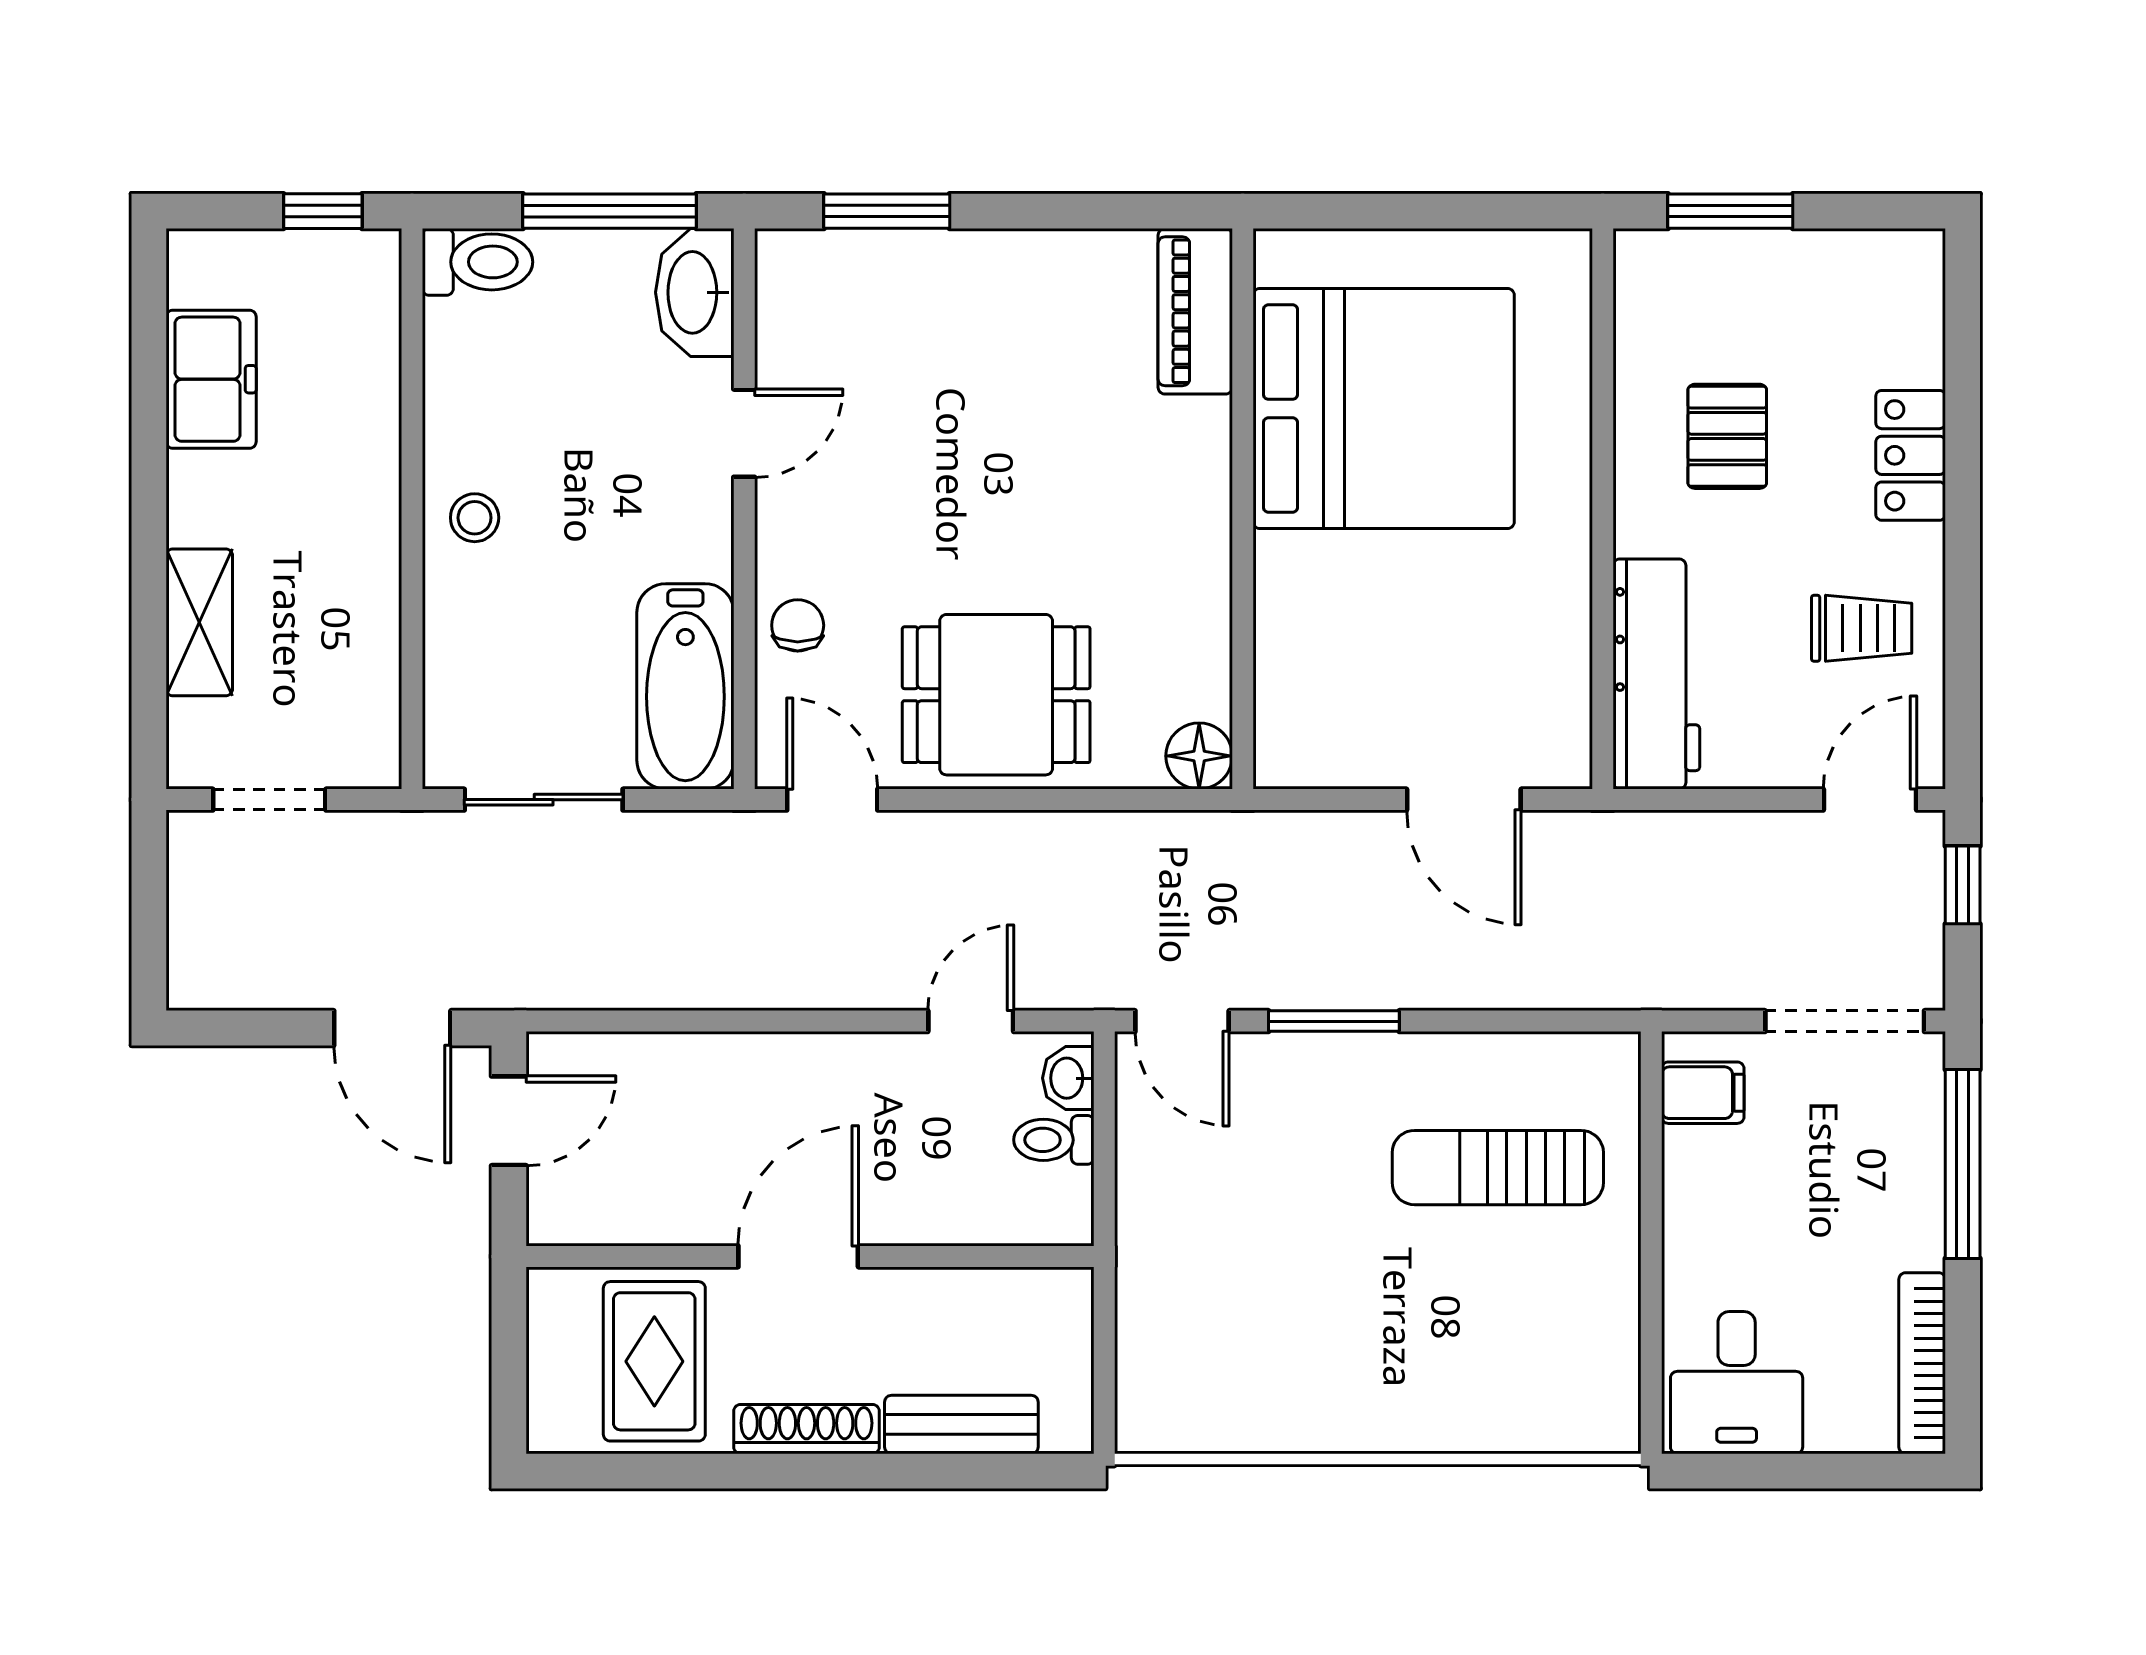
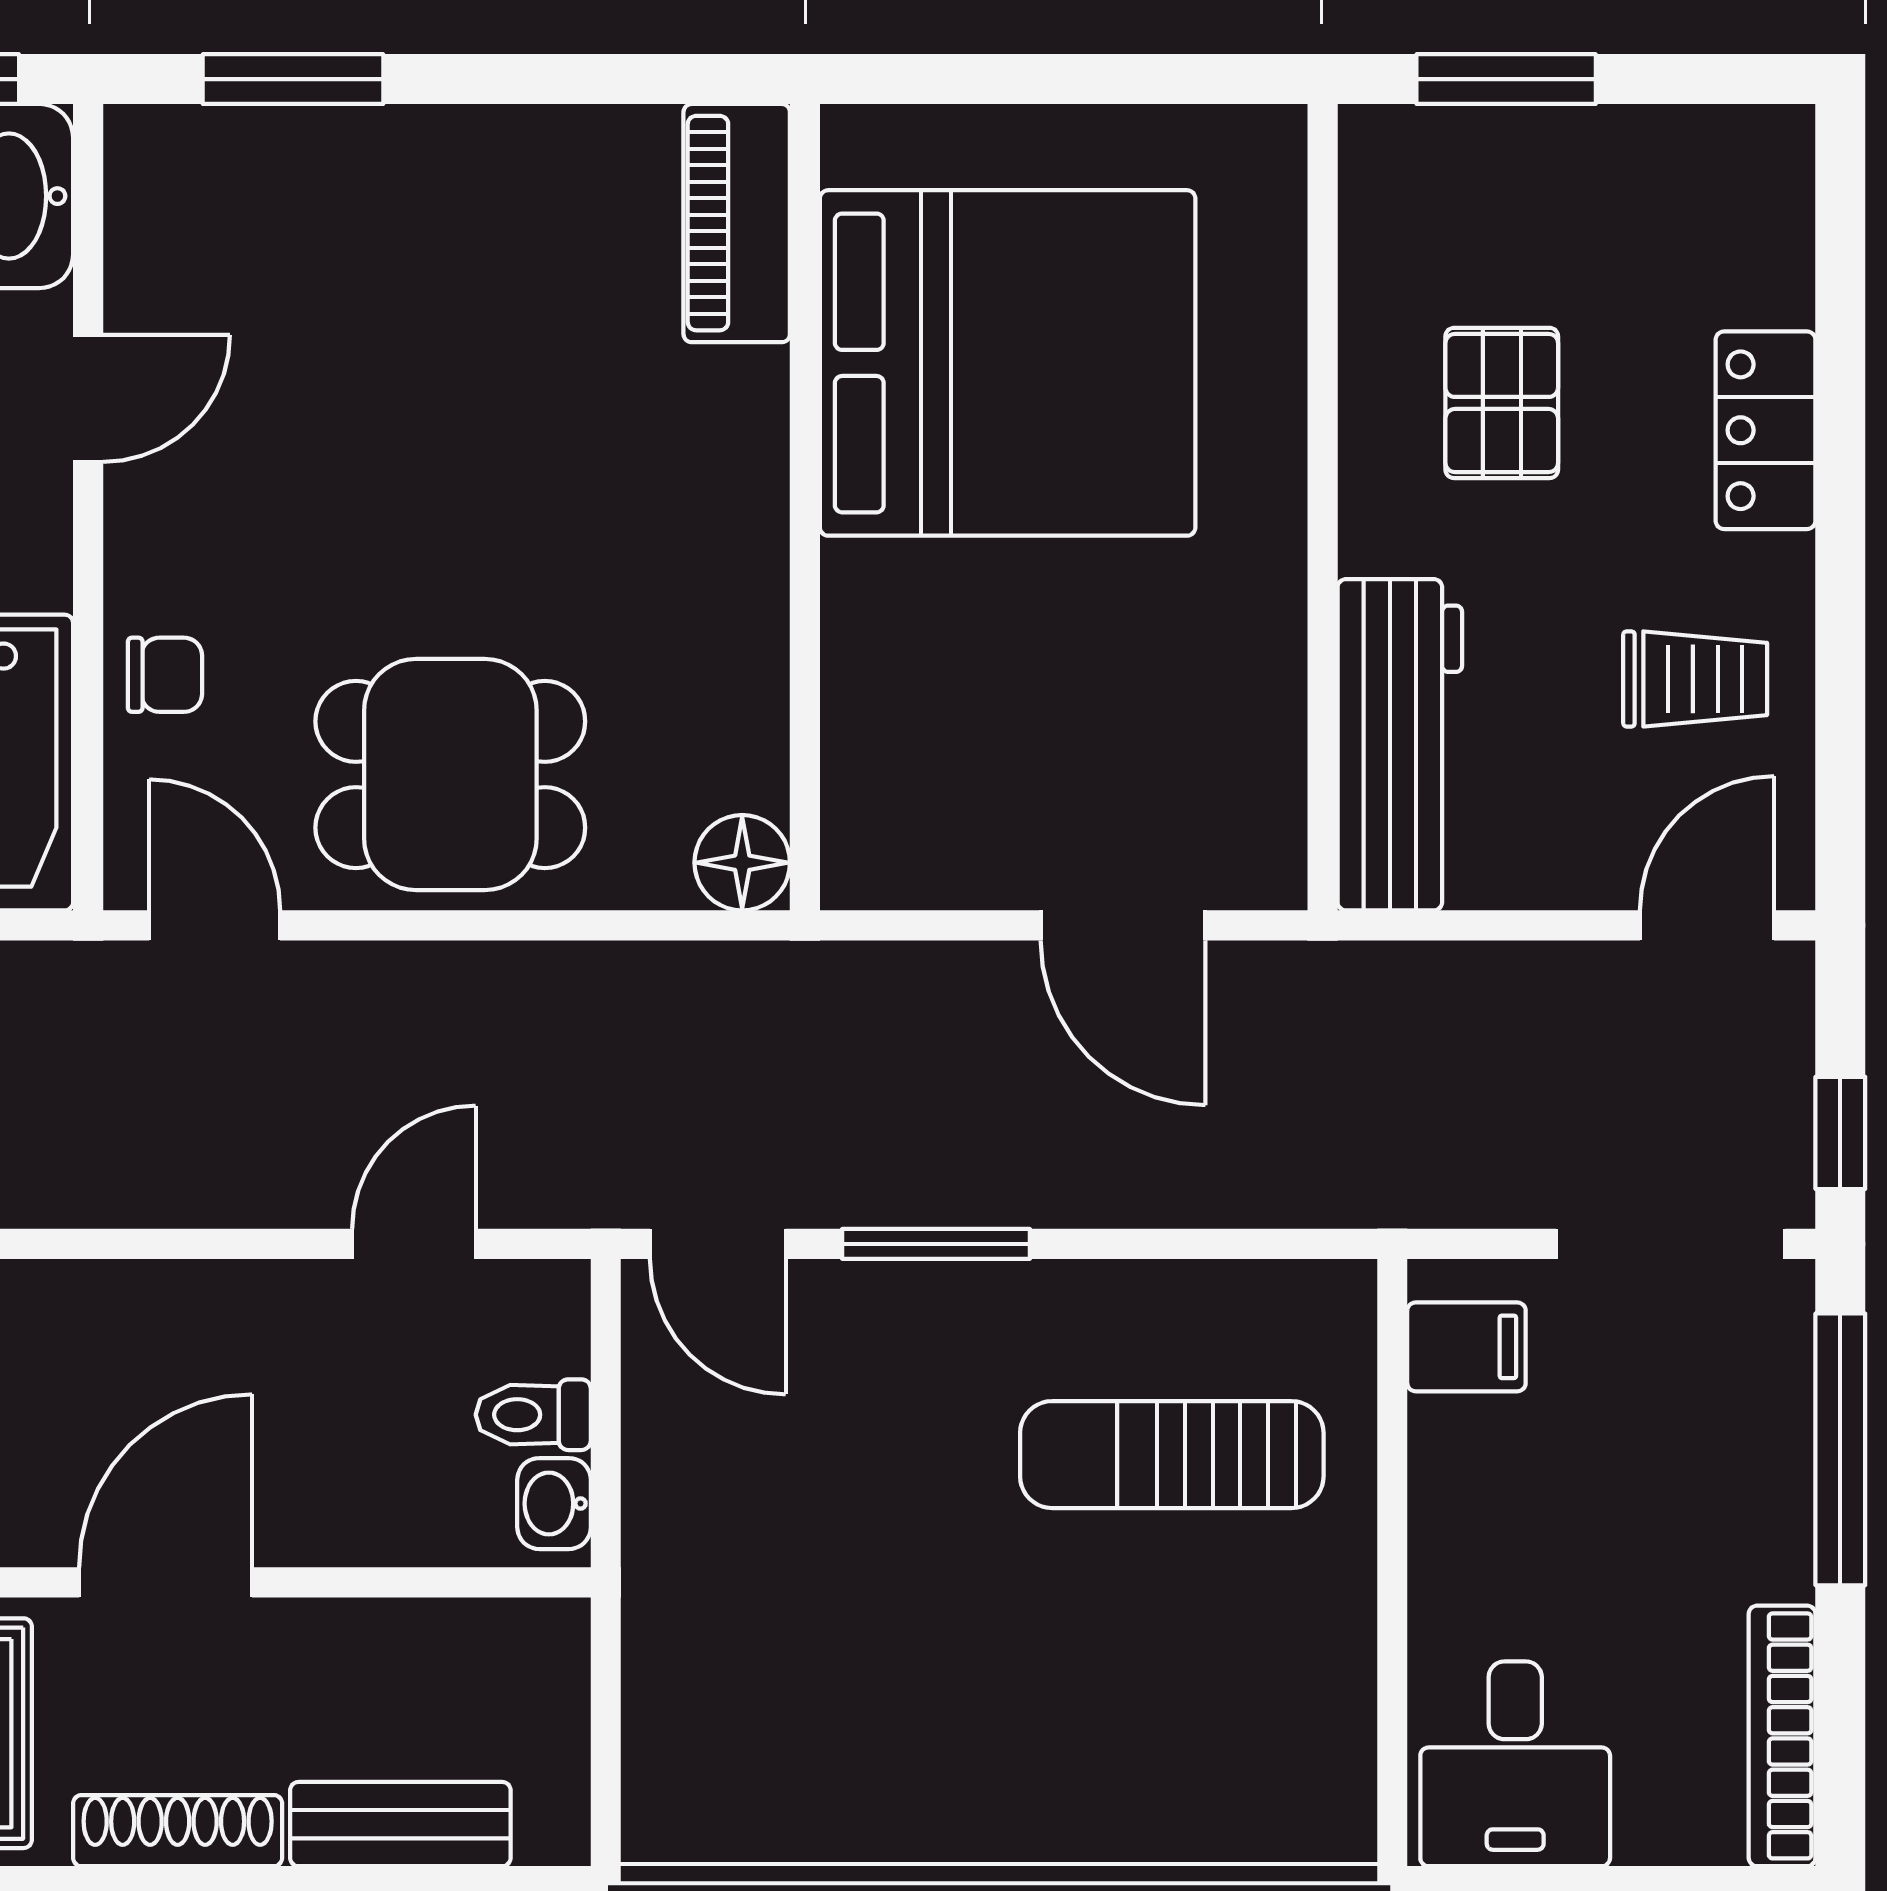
chair: (798, 625) -> (165, 675), turned 90
window: (1963, 885) -> (1840, 1133), moved
washbasin: (1068, 1078) -> (554, 1504), moved

